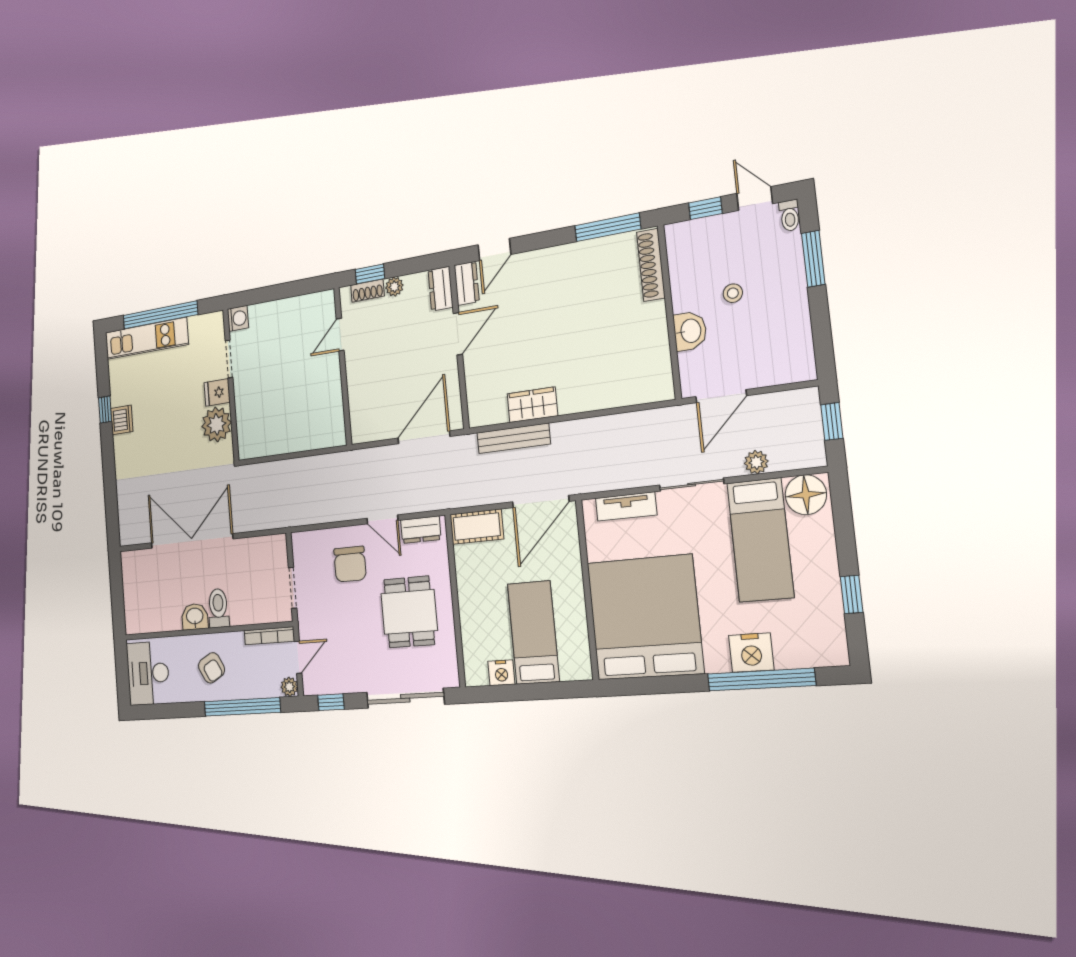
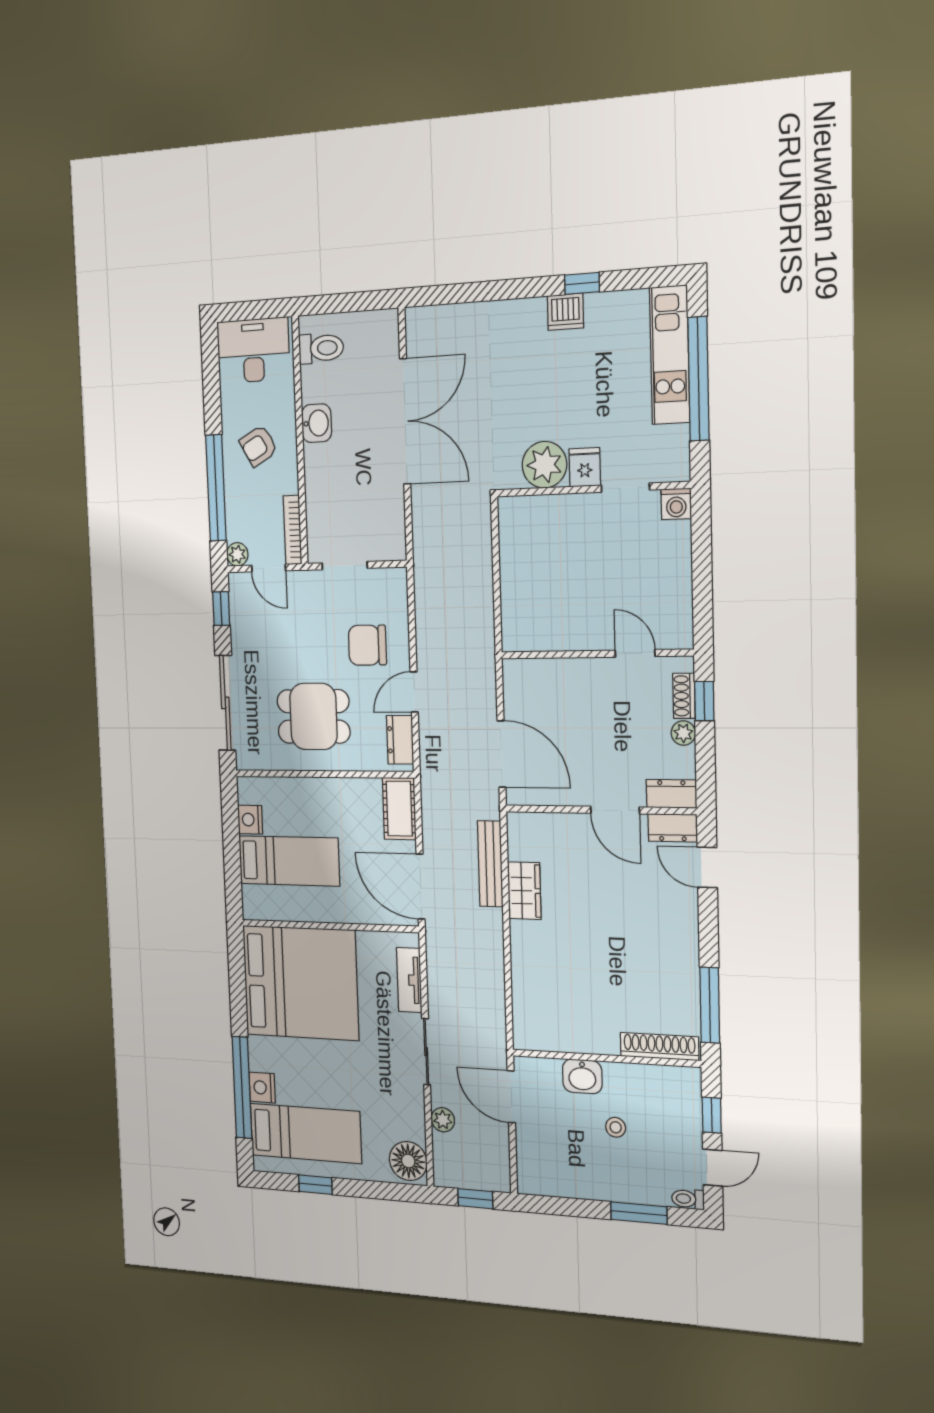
bed: (760, 540) -> (306, 1133), moved, turned 180
toilet: (218, 608) -> (321, 348), moved
nightstand: (751, 653) -> (262, 1087), width x0.74, depth x0.75

